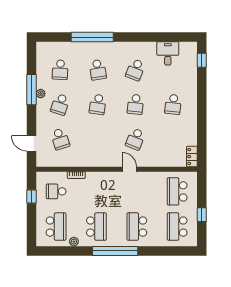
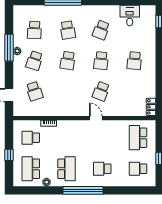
window: (32, 196) -> (9, 155), moved
school desk: (56, 227) -> (31, 169), turned 180
school desk: (137, 227) -> (102, 169), width x0.54
school desk: (177, 227) -> (138, 169), width x0.54

